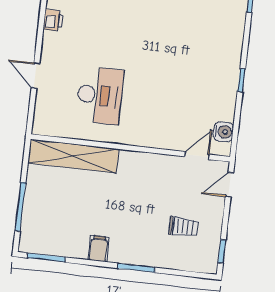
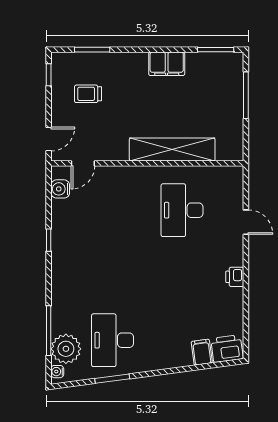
shelving: (73, 156) -> (172, 149), moved
filing cabinet: (99, 249) -> (167, 64), width x2.00
window: (136, 268) -> (92, 50), moved

